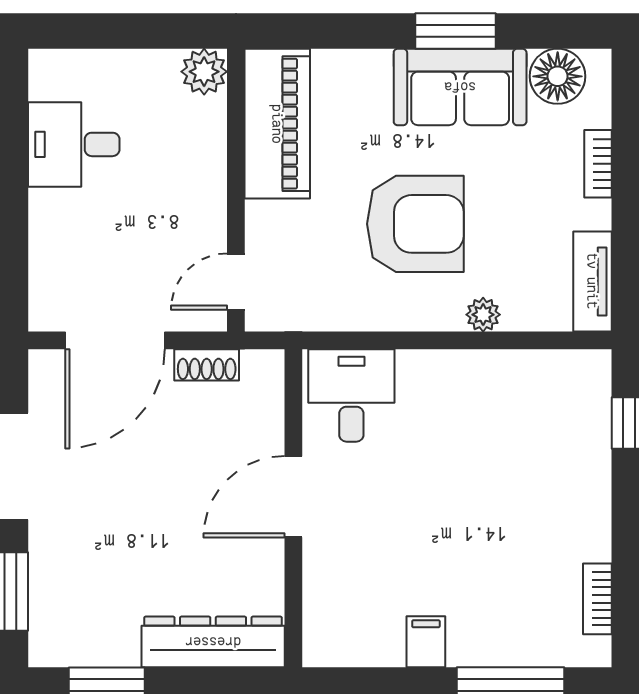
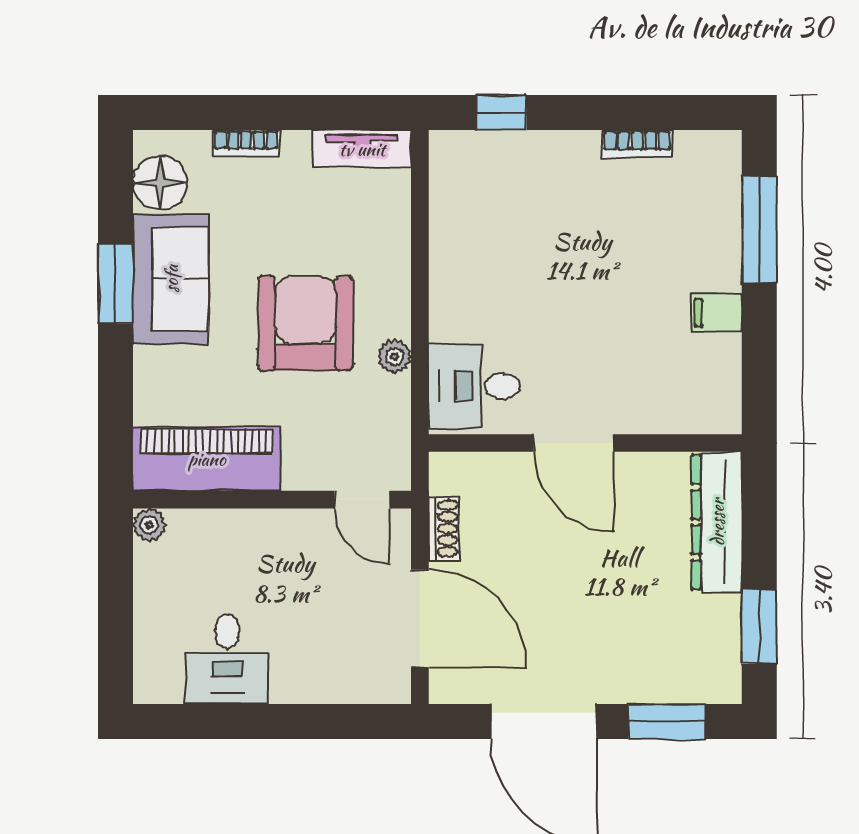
plant: (204, 72) -> (149, 525), width x0.73, depth x0.73
plant: (483, 315) -> (395, 356), moved
bookcase: (597, 599) -> (637, 144), moved

